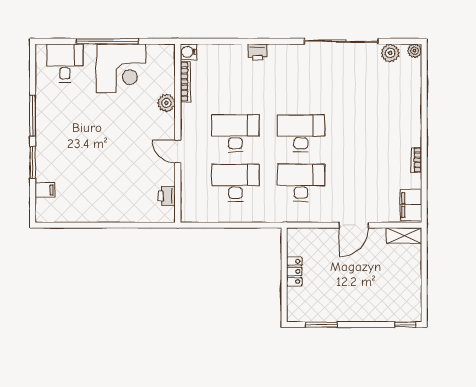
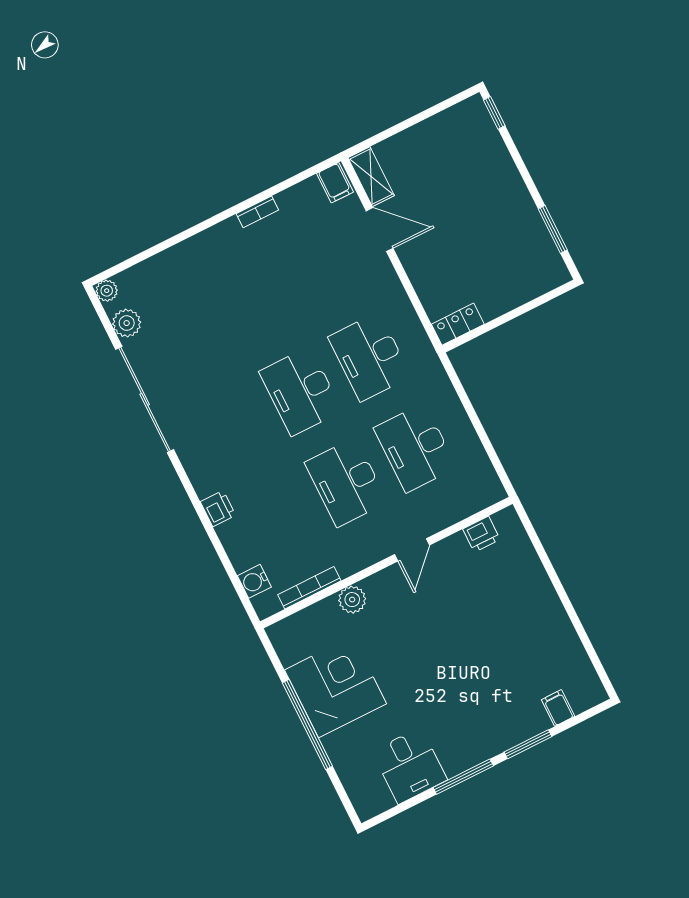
water cooler: (188, 52) -> (254, 581), moved, turned 90
desk: (65, 63) -> (410, 766), moved, turned -90
filing cabinet: (411, 205) -> (335, 183), width x0.50
door: (354, 225) -> (380, 230), moved
locker: (294, 271) -> (458, 324), moved

